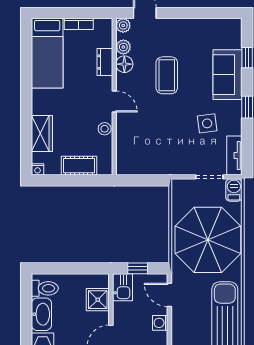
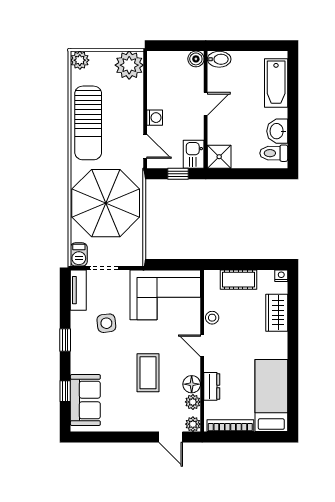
bookcase: (79, 24) -> (230, 426), width x1.56
sofa: (228, 75) -> (85, 400), moved
corner sofa: (150, 151) -> (165, 295), added
shower: (98, 300) -> (219, 157), moved
washbasin: (41, 314) -> (277, 131), width x0.72

